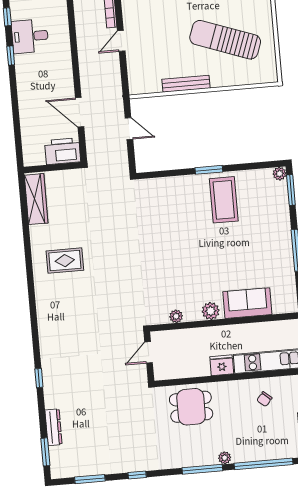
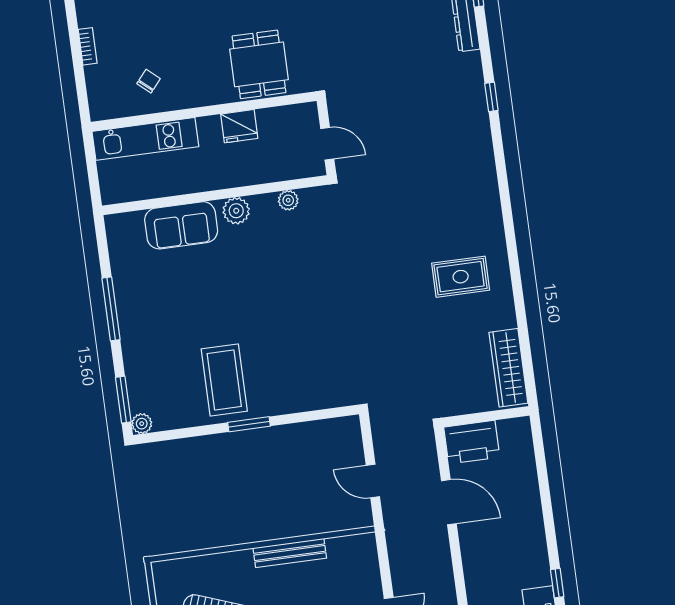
door: (149, 352) -> (327, 144), hinge flipped
fridge: (222, 365) -> (239, 126), moved
dining table: (191, 407) -> (259, 64), turned 90

